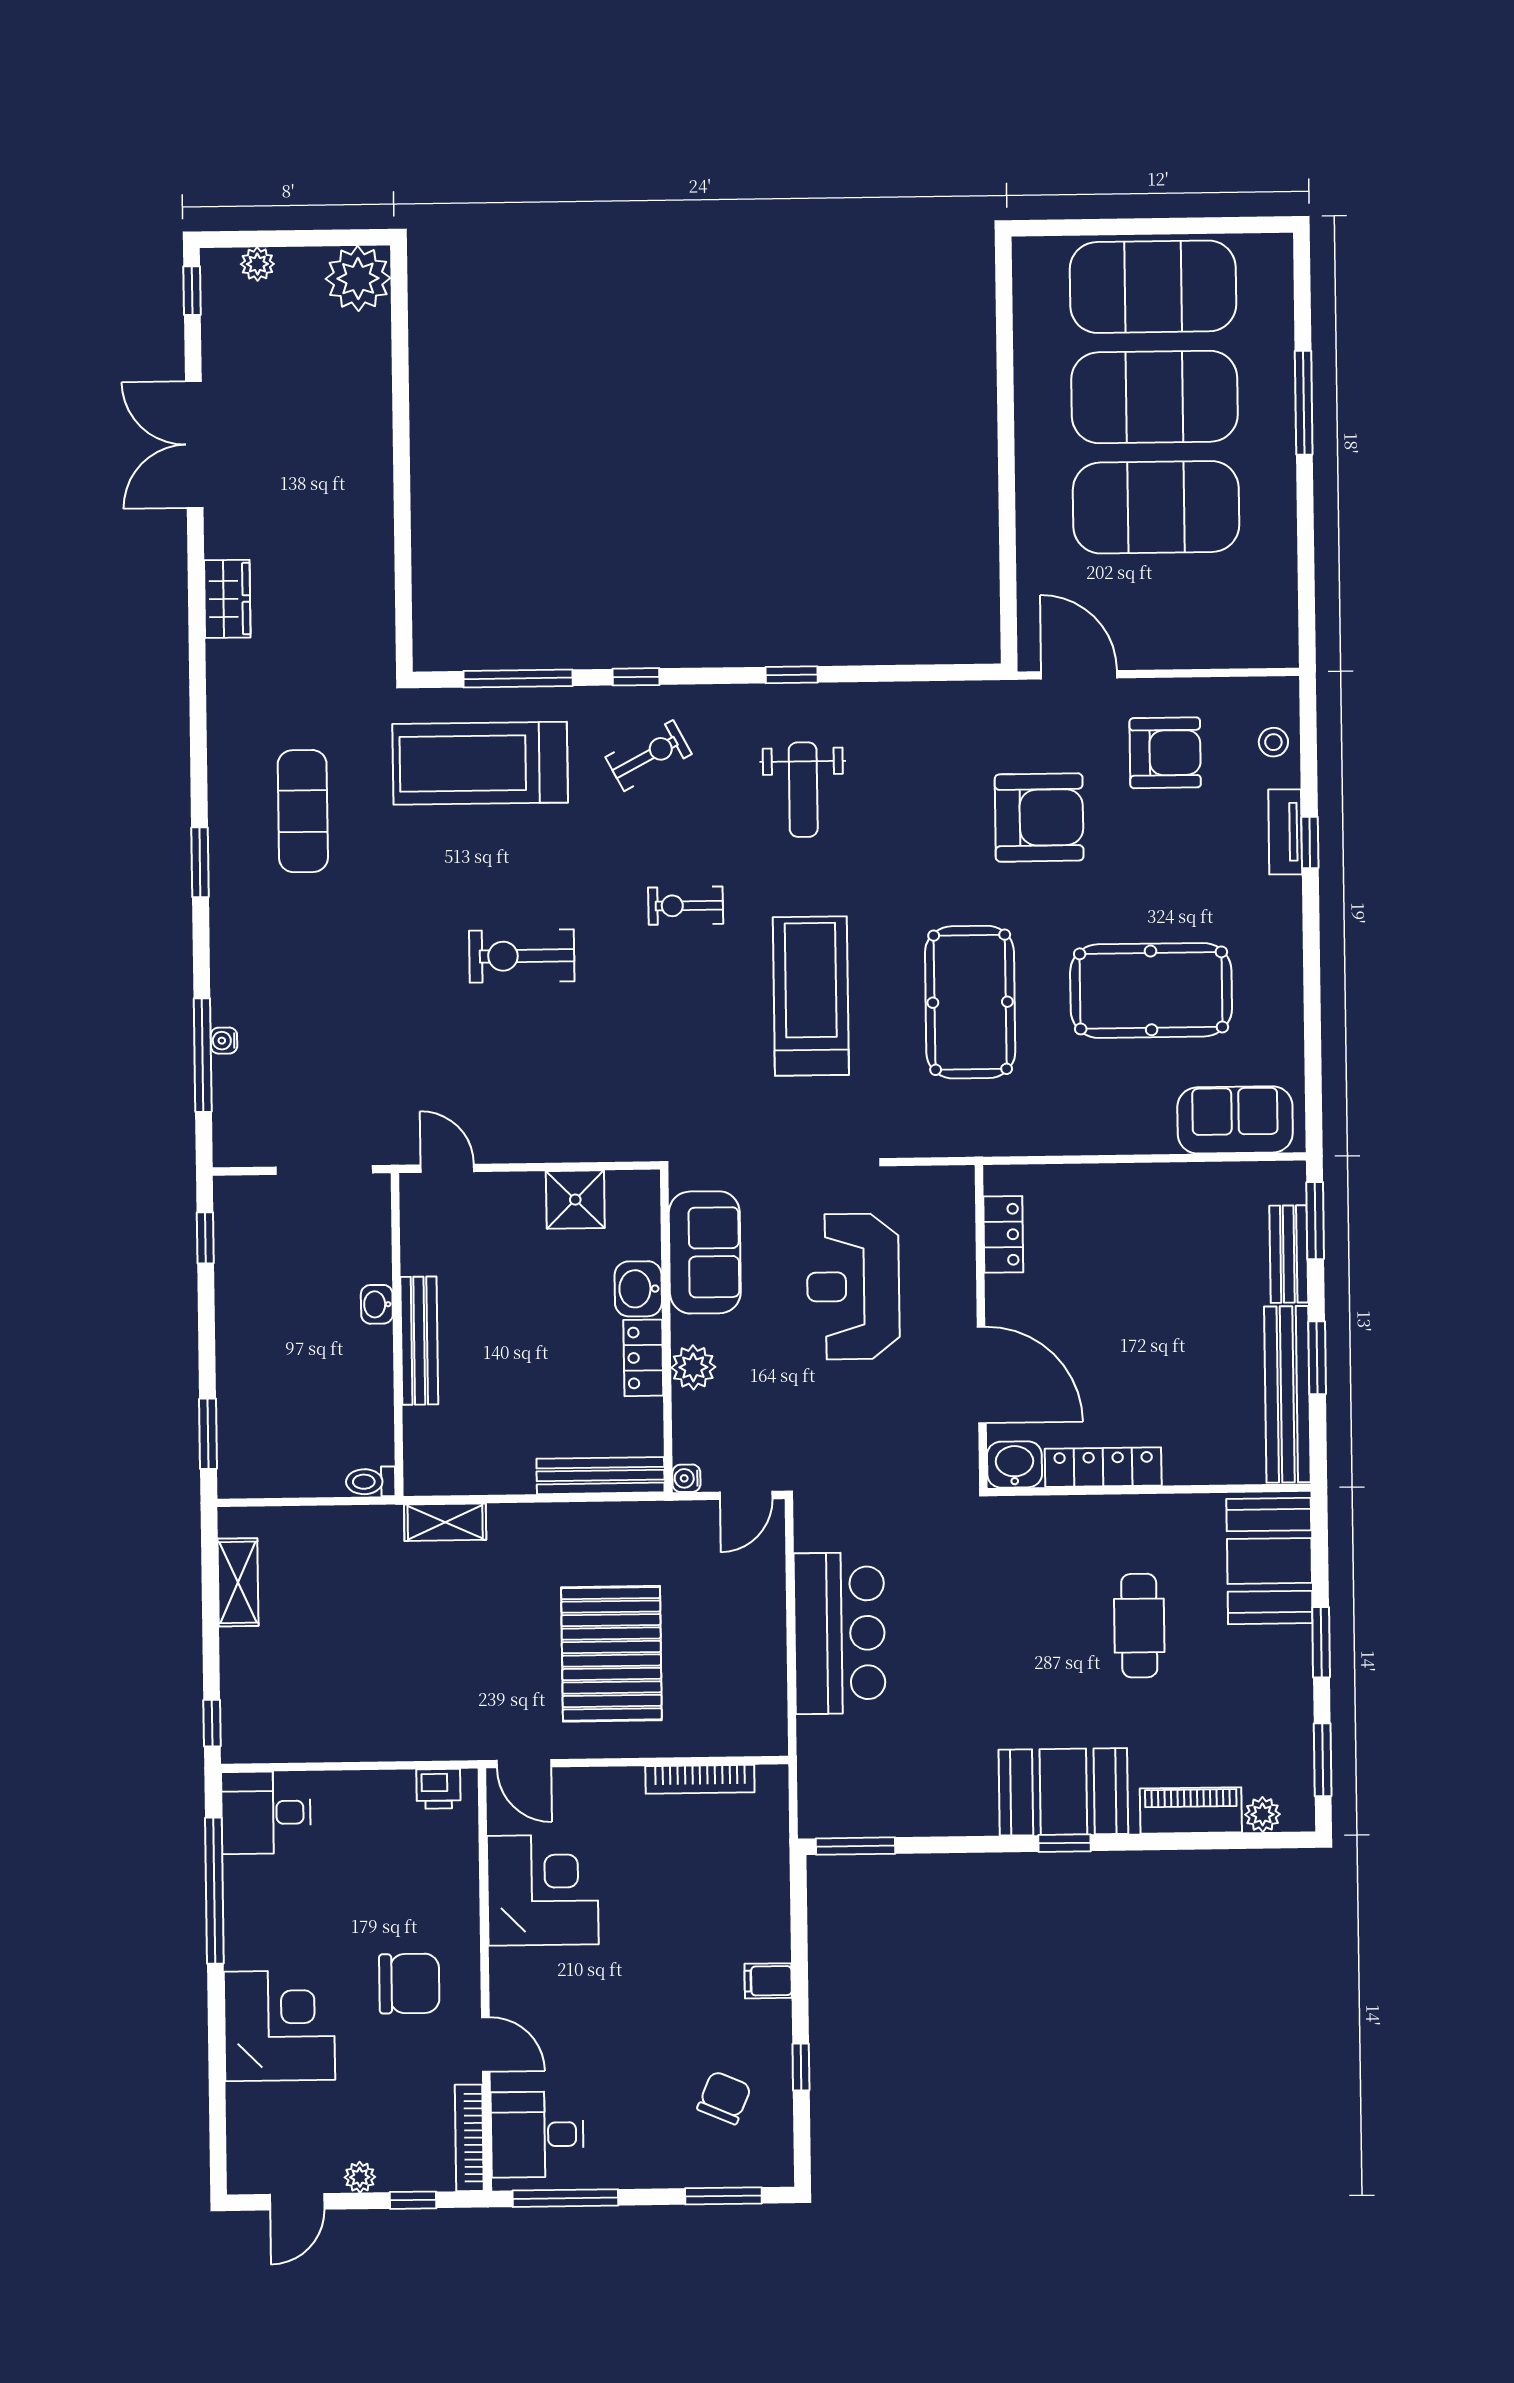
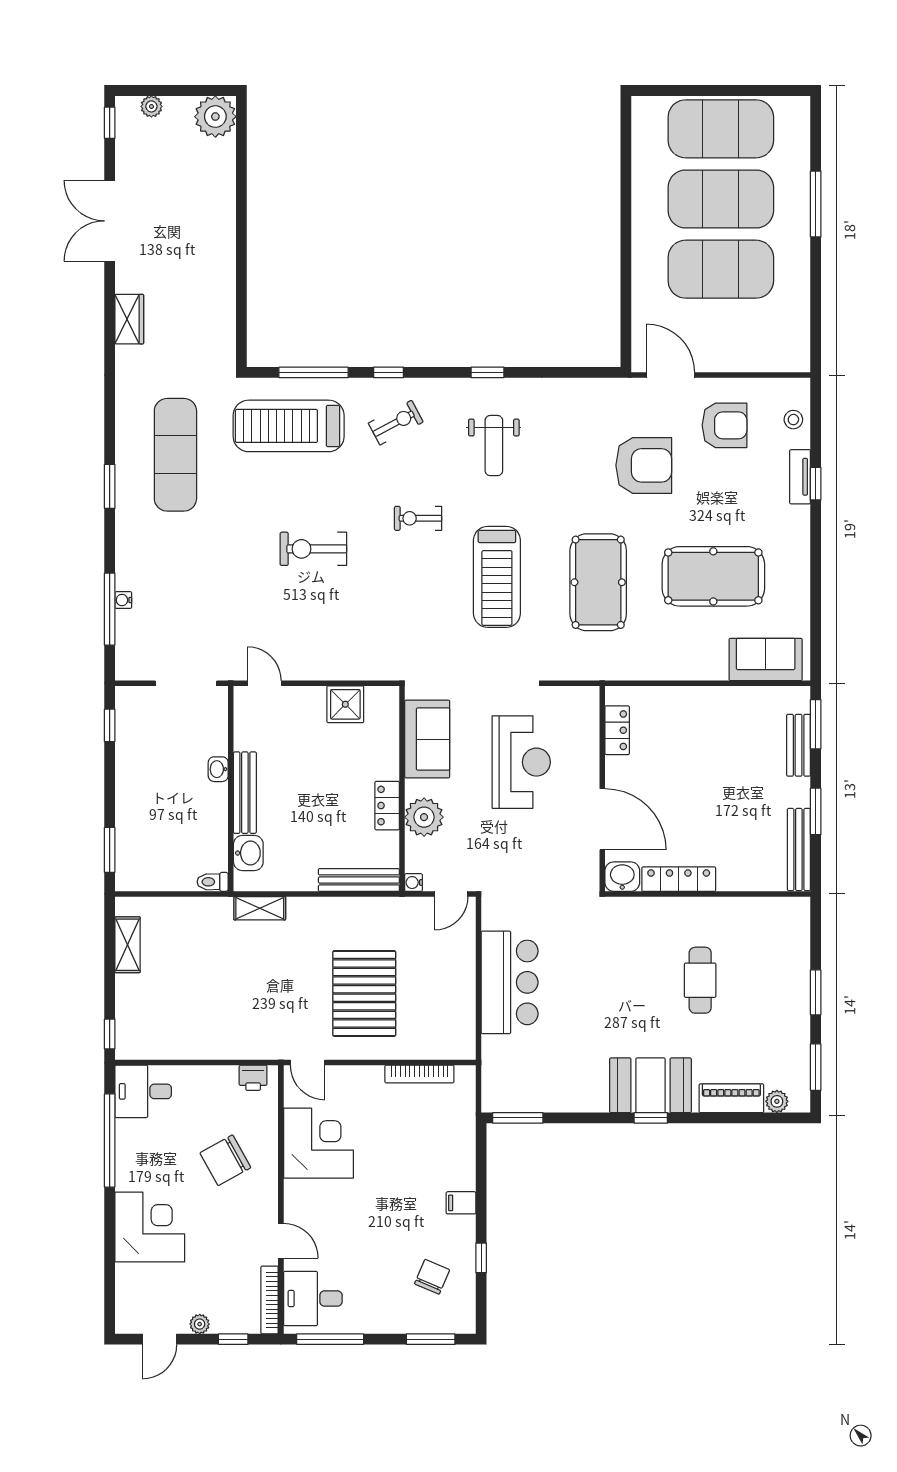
exercise mat: (303, 811) -> (175, 455), width x1.36, depth x1.45
treadmill: (811, 996) -> (497, 577), turned 180
reception desk: (853, 1287) -> (521, 762), turned 180
washbasin: (638, 1289) -> (248, 853), moved, turned 180
plant: (693, 1367) -> (424, 817), width x1.36, depth x1.36
bench: (1287, 1394) -> (799, 850), width x0.73, depth x0.82
booth: (1269, 1561) -> (784, 940), removed
chair: (409, 1984) -> (225, 1160), moved, turned 151

